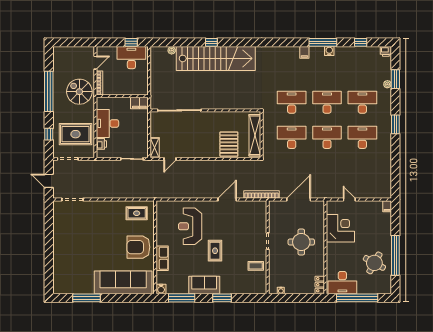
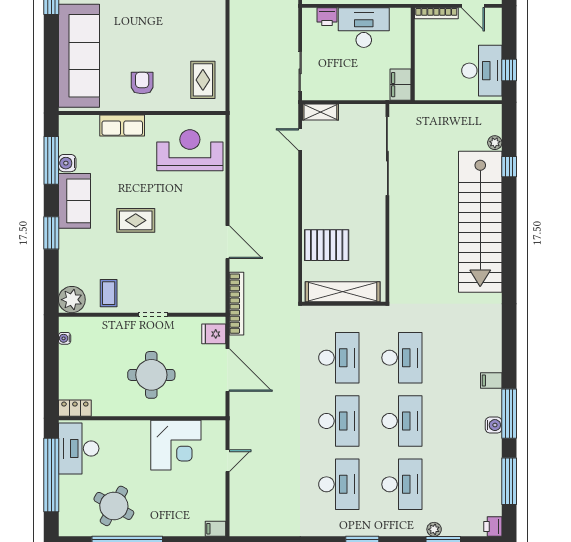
window: (211, 42) -> (509, 167), moved
window: (361, 42) -> (509, 481), width x2.17
fridge: (278, 207) -> (214, 334), added
reception desk: (190, 226) -> (190, 150), moved
armchair: (138, 247) -> (142, 83), width x0.53, depth x0.53
plant: (259, 286) -> (72, 300), added
water cooler: (161, 289) -> (67, 163), moved

